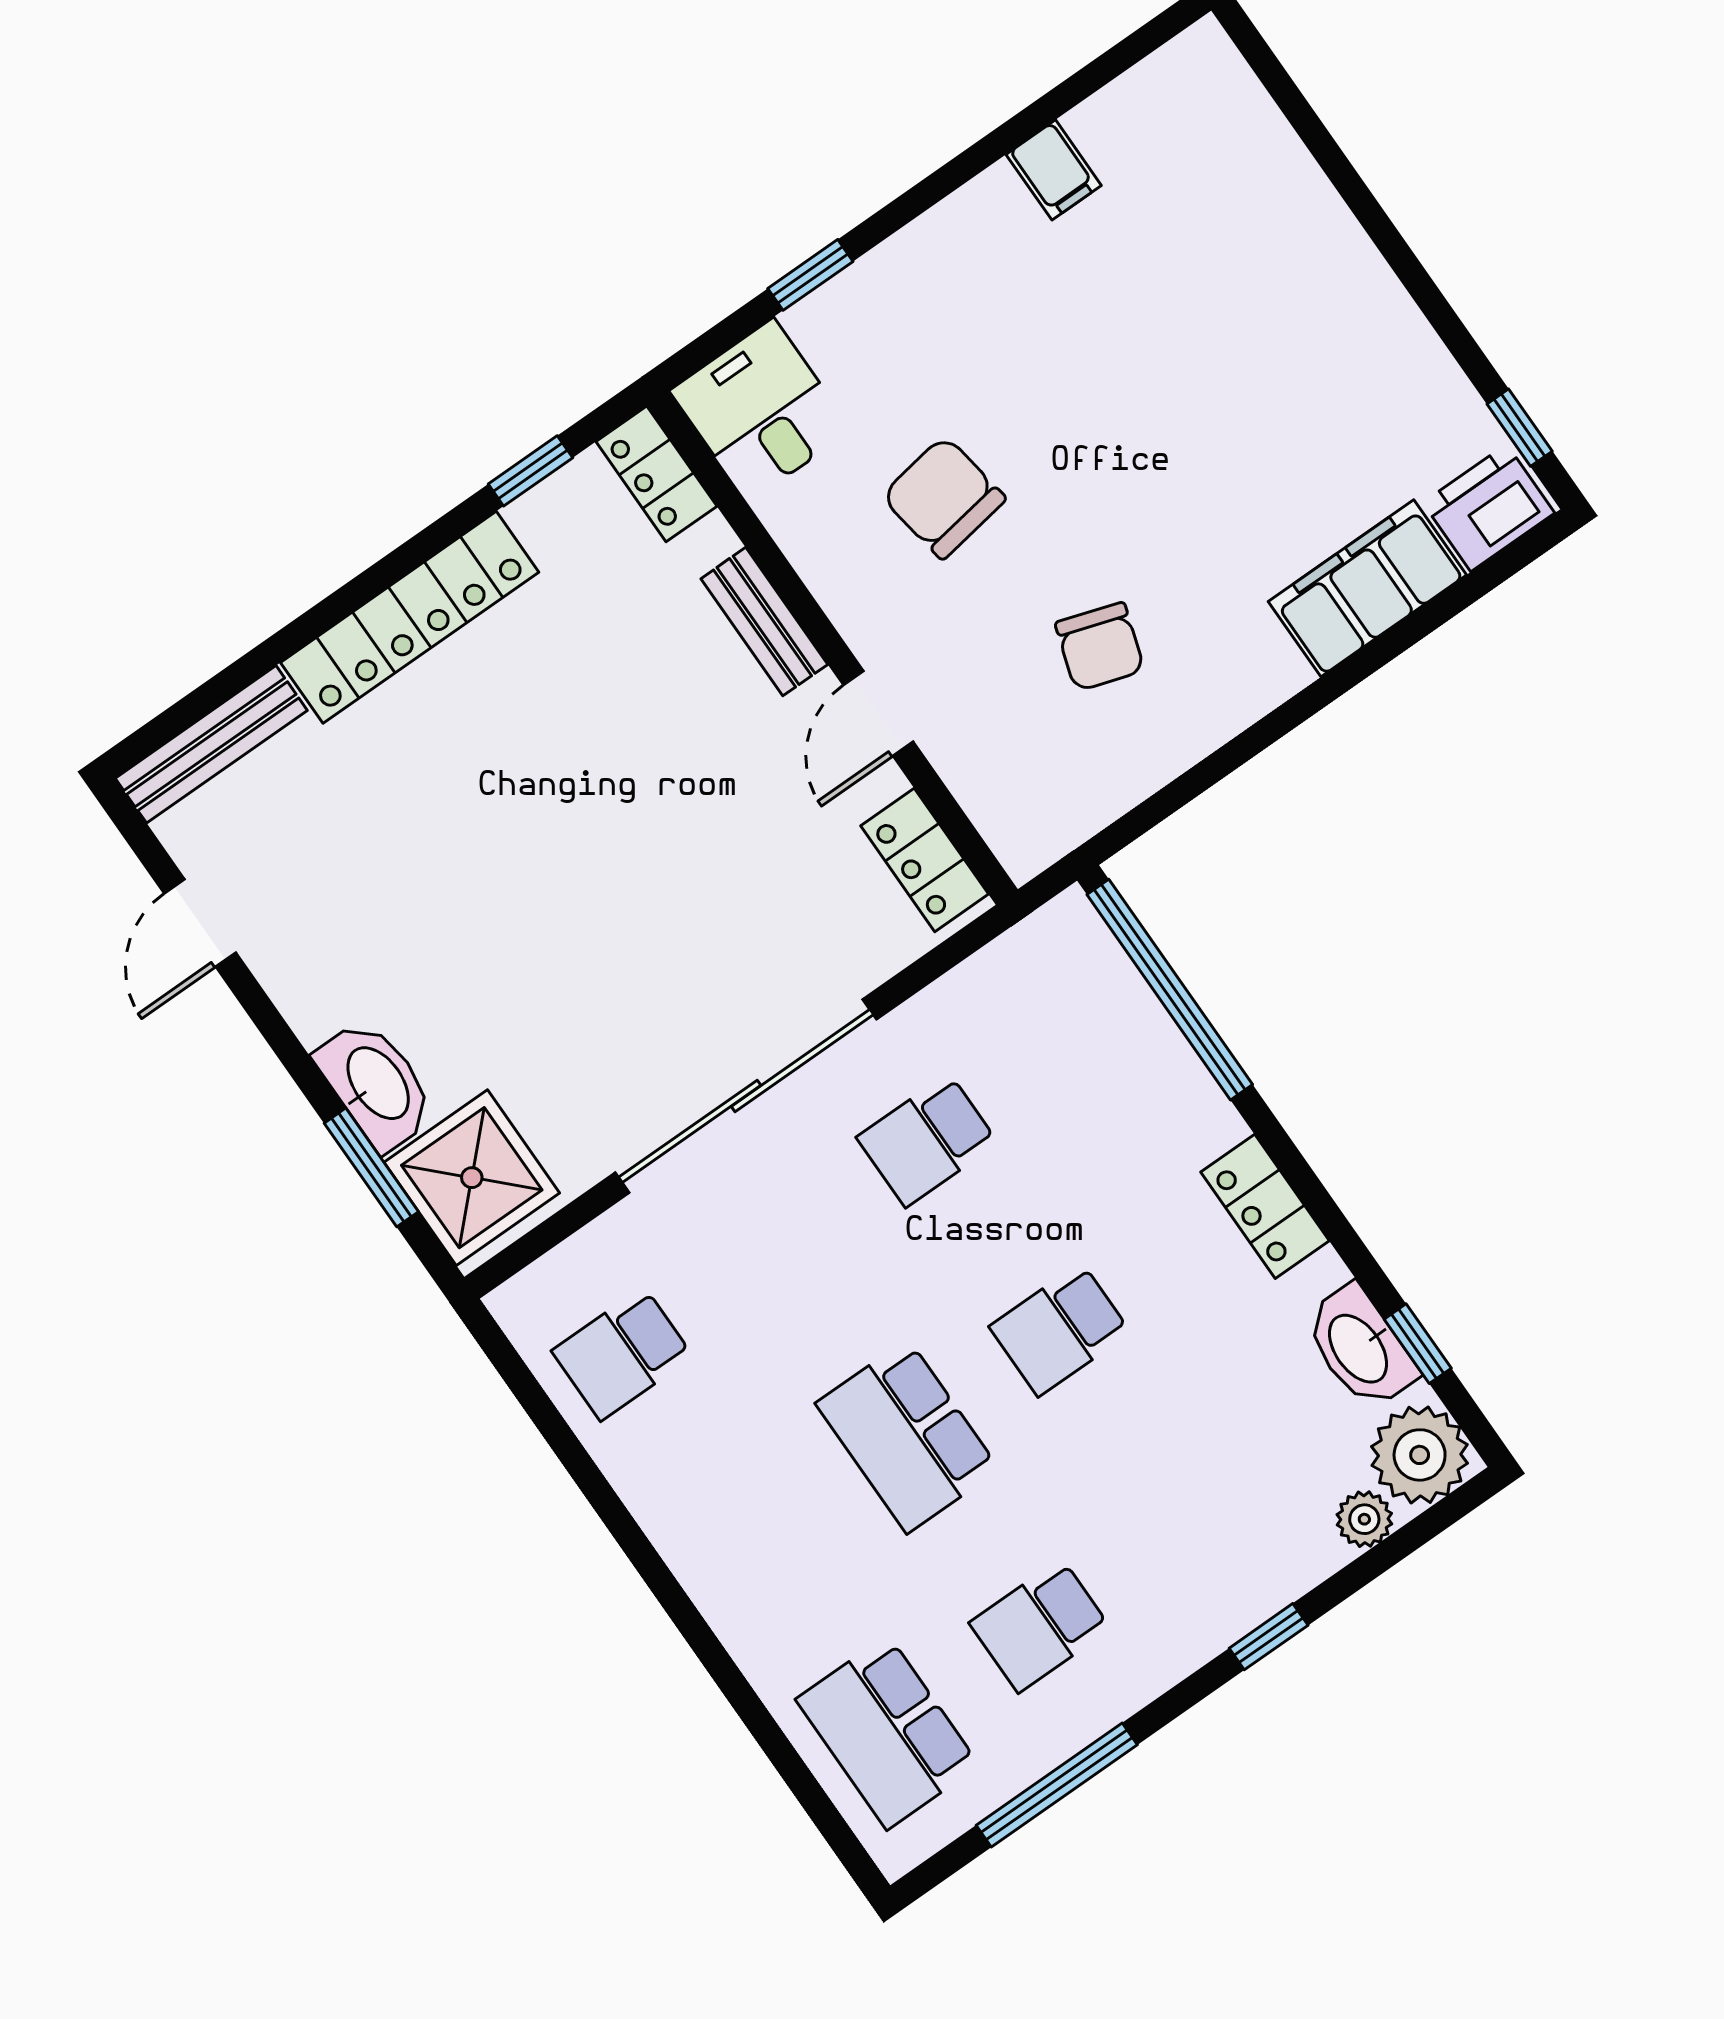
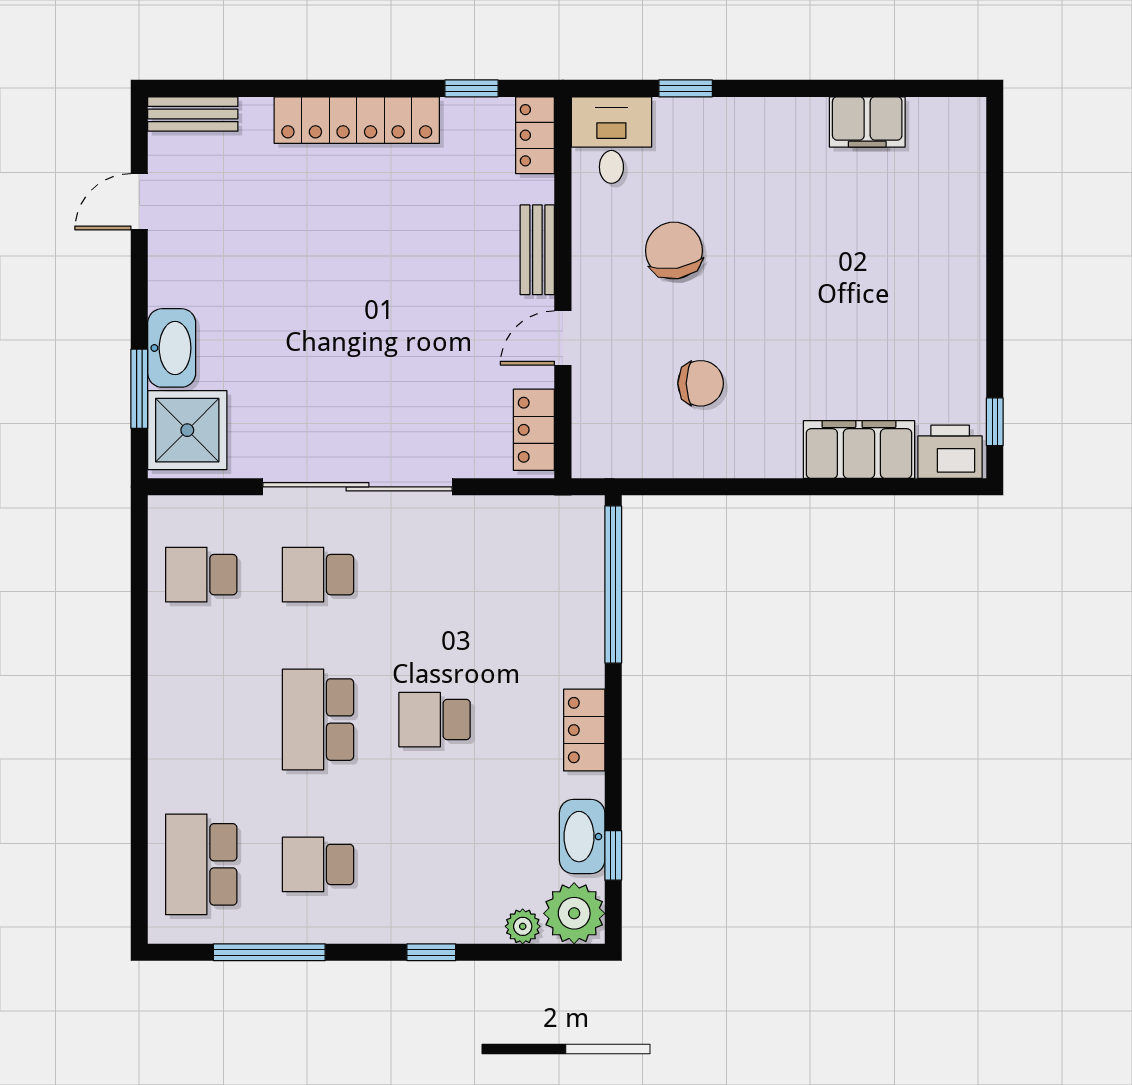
filing cabinet: (1054, 170) -> (867, 122), width x2.00
chair: (1100, 647) -> (701, 383), turned -108
bench: (211, 744) -> (193, 114), width x0.73
school desk: (927, 1140) -> (318, 575), moved

